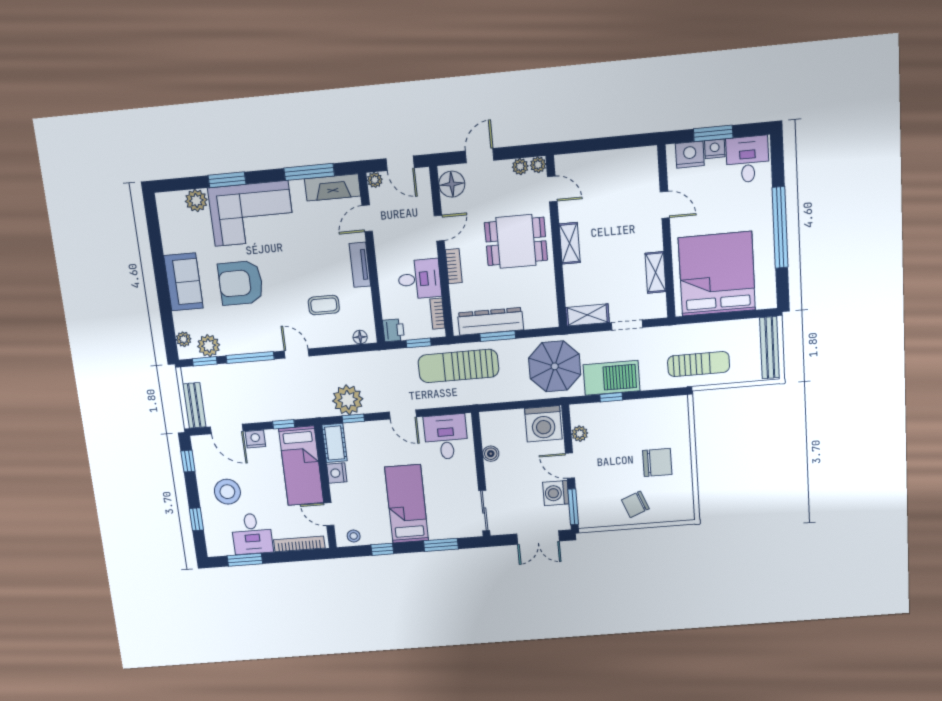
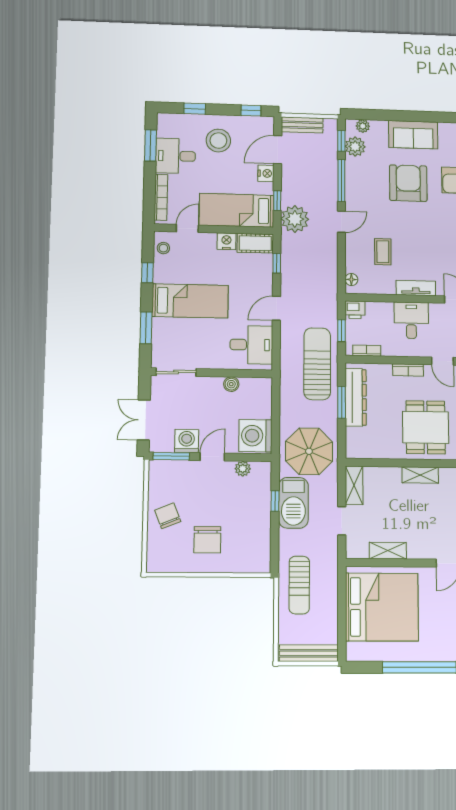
desk: (419, 279) -> (411, 320), moved, turned 180
plant: (348, 400) -> (295, 219), moved

